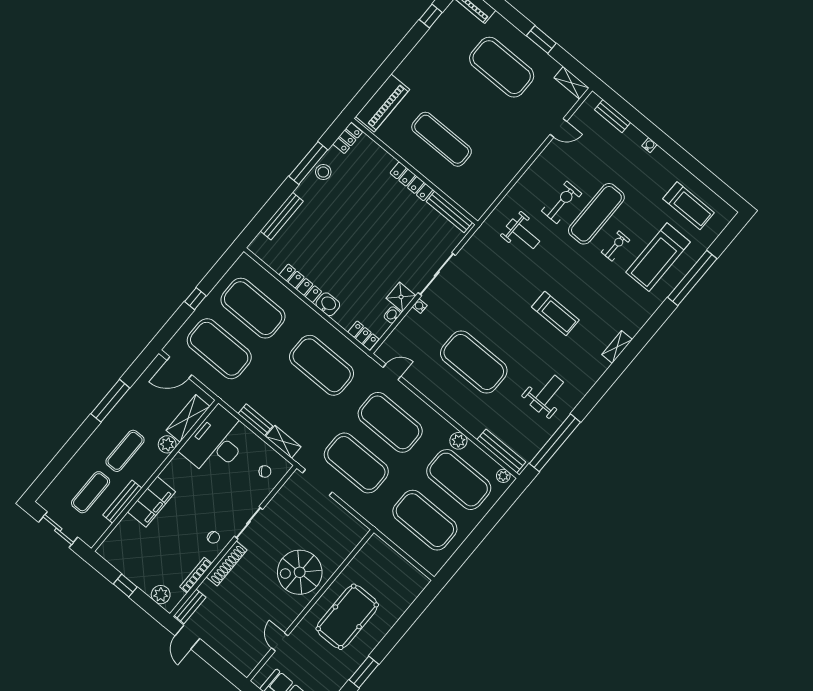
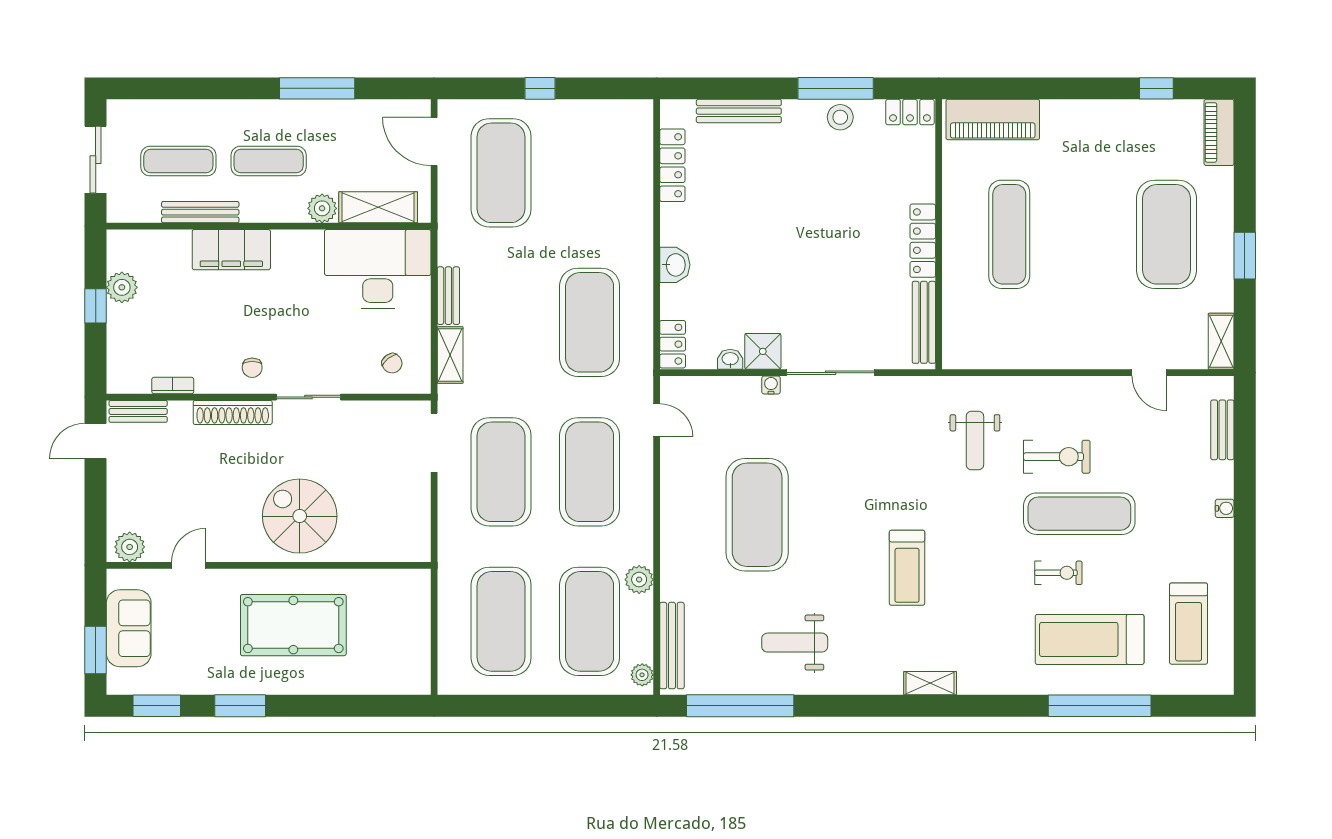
locker: (300, 283) -> (672, 165), moved
exercise mat: (253, 308) -> (590, 173), removed
weight bench: (547, 394) -> (795, 643), turned 180
bookcase: (196, 575) -> (173, 385), width x0.64
plant: (161, 595) -> (122, 287), moved
plant: (249, 662) -> (130, 547), added

